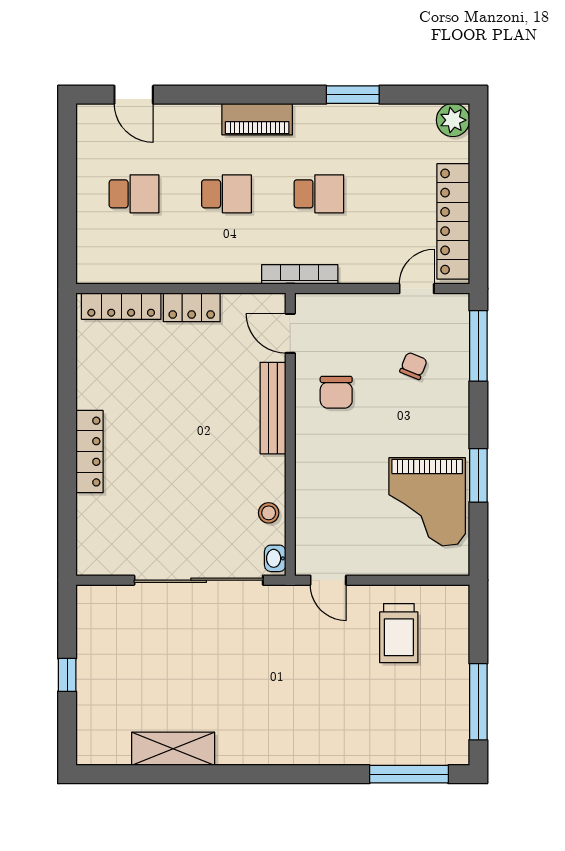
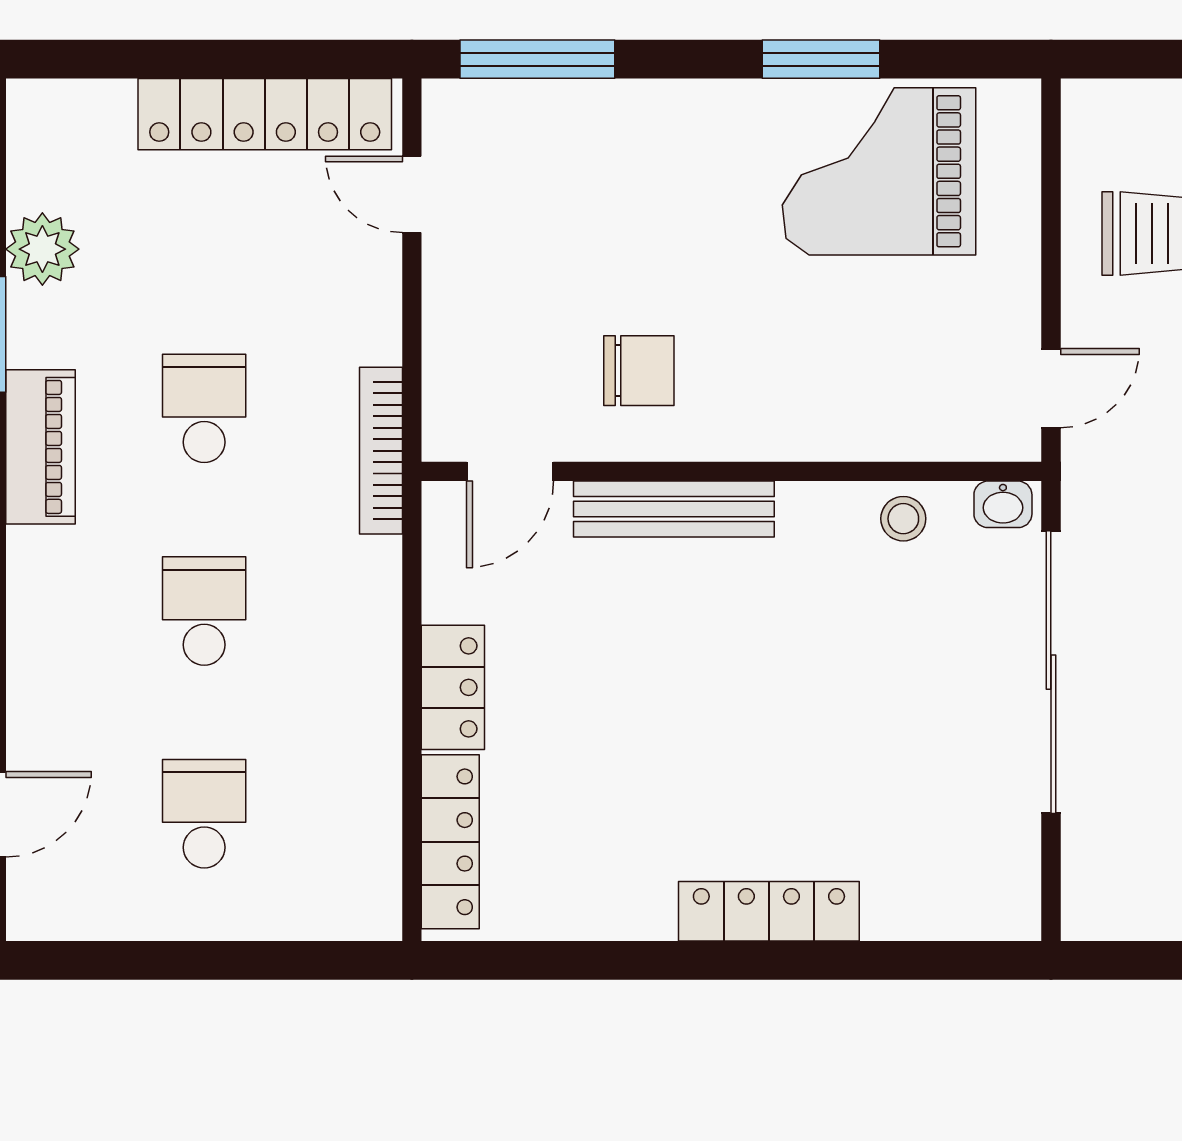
piano: (257, 119) -> (41, 447), moved
plant: (453, 120) -> (42, 249), moved
chair: (413, 366) -> (581, 201), removed
grand piano: (427, 502) -> (879, 171), turned 180

